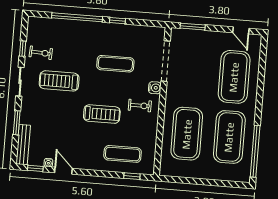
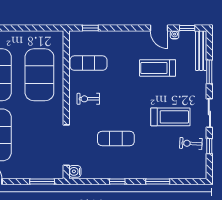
window: (77, 17) -> (158, 182), width x0.47
water cooler: (155, 88) -> (75, 171), moved
treadmill: (102, 114) -> (158, 68), moved
exercise mat: (123, 154) -> (88, 63), moved

